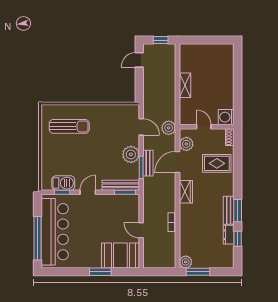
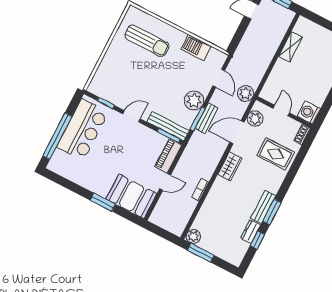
shelving: (185, 85) -> (291, 47), moved
barbecue: (63, 183) -> (196, 48), moved, turned 180
piano: (133, 208) -> (168, 156), added
door: (141, 230) -> (165, 182), swing flipped
bar counter: (55, 232) -> (83, 130), width x0.73

